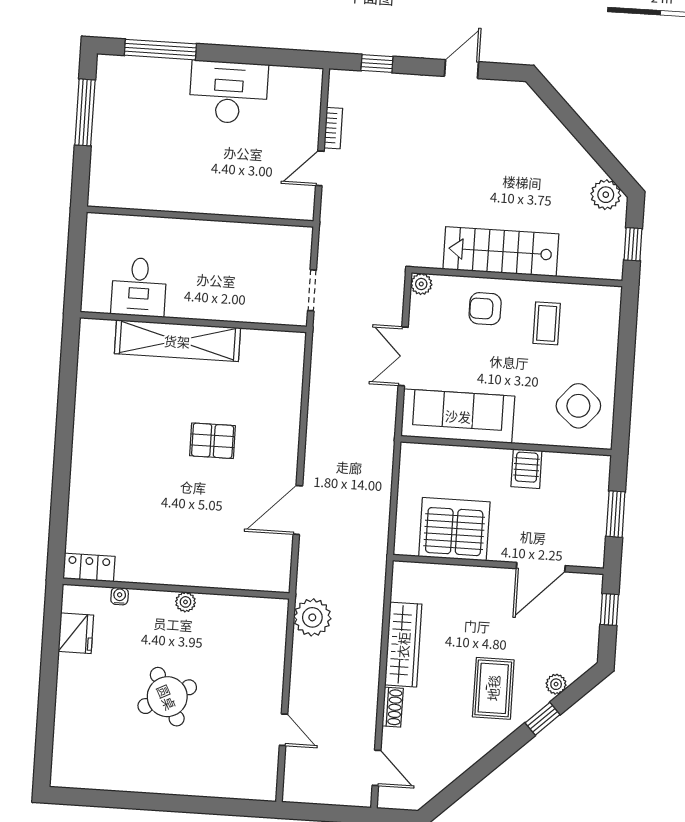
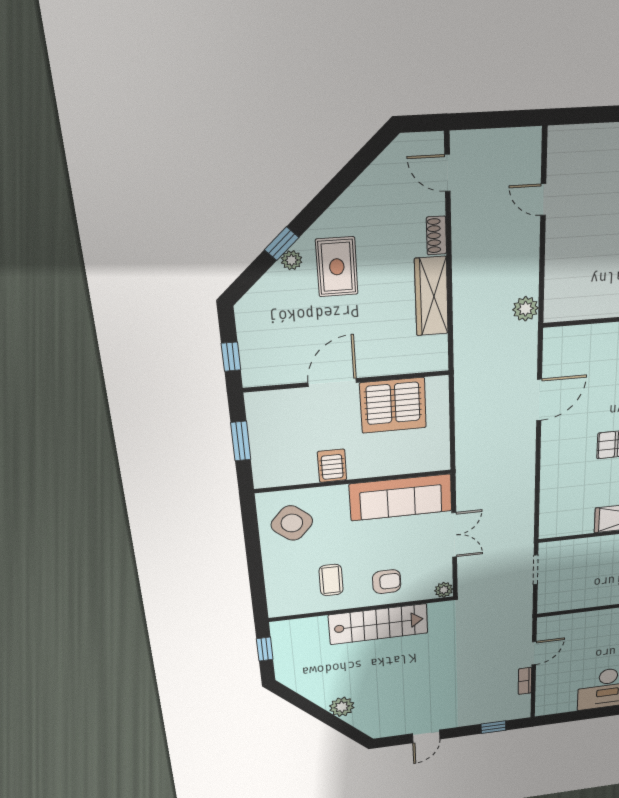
plant: (606, 195) -> (342, 707), moved
door: (541, 567) -> (332, 383), moved
plant: (312, 617) -> (525, 309), width x0.73, depth x0.73
plant: (556, 684) -> (292, 260), moved

